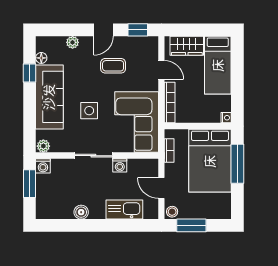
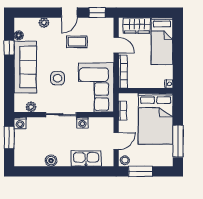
plant: (43, 146) -> (31, 107), moved
window: (237, 164) -> (178, 141), moved
door: (161, 188) -> (116, 141), swing flipped

